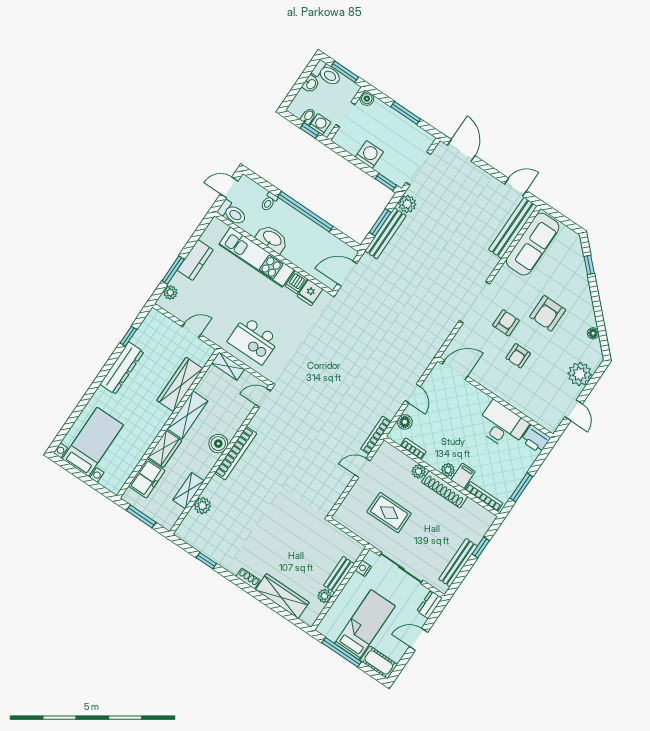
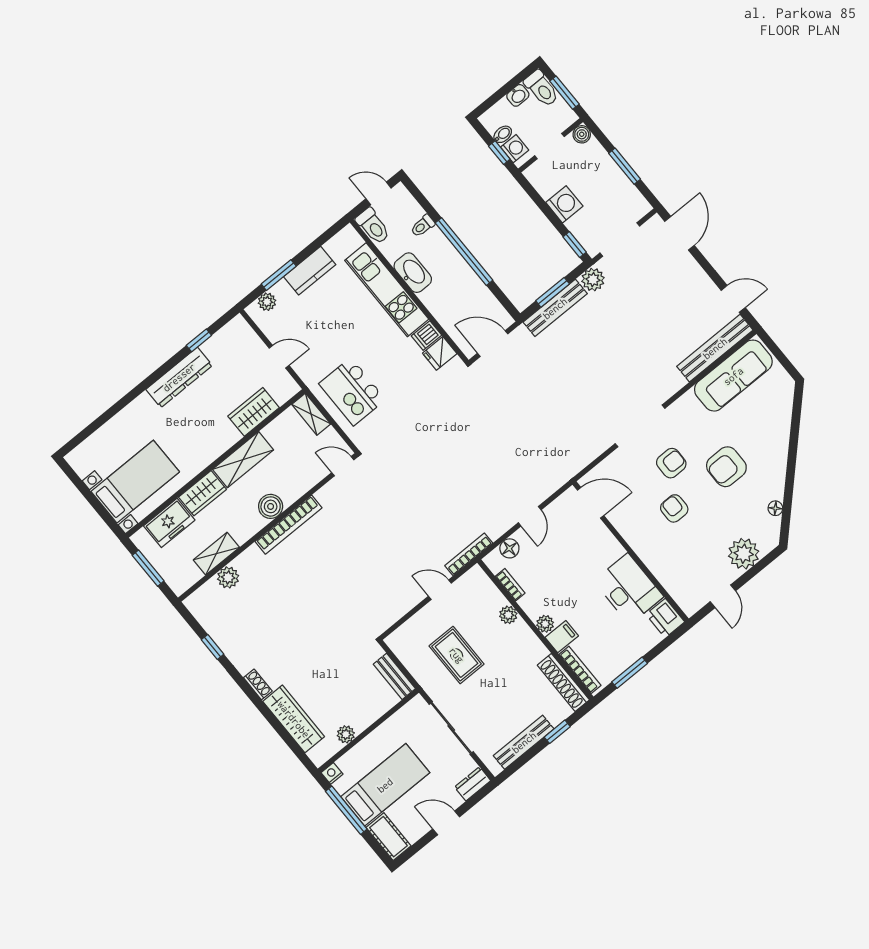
window: (589, 265) -> (796, 422), removed
armchair: (518, 356) -> (674, 508), turned 90
wardrobe: (180, 384) -> (254, 412), width x0.67
bed with nightstands: (93, 442) -> (135, 482), moved
shoe rack: (445, 489) -> (563, 683), moved
nightstand: (363, 568) -> (332, 773), moved
bench: (339, 575) -> (394, 676), moved, turned 90

